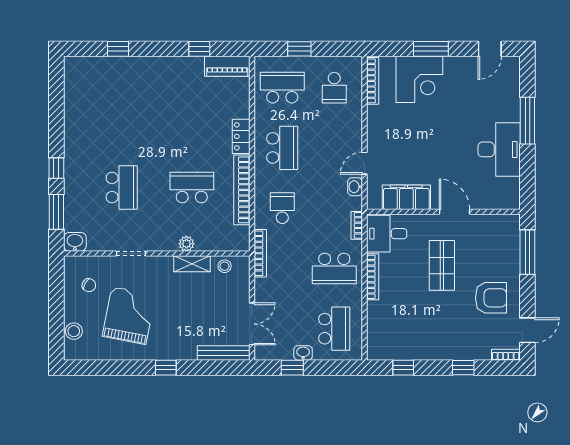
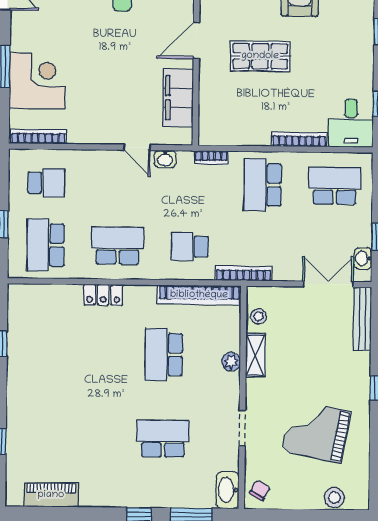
piano: (227, 66) -> (51, 495), moved, turned -90
bookcase: (242, 190) -> (199, 295), moved
desk: (387, 234) -> (351, 123), moved
washbasin: (75, 242) -> (228, 490), width x1.38
school desk: (334, 268) -> (263, 185), turned 180
bookcase: (373, 277) -> (299, 139), moved
chair: (89, 285) -> (260, 490), moved
washbasin: (303, 353) -> (363, 258), moved

